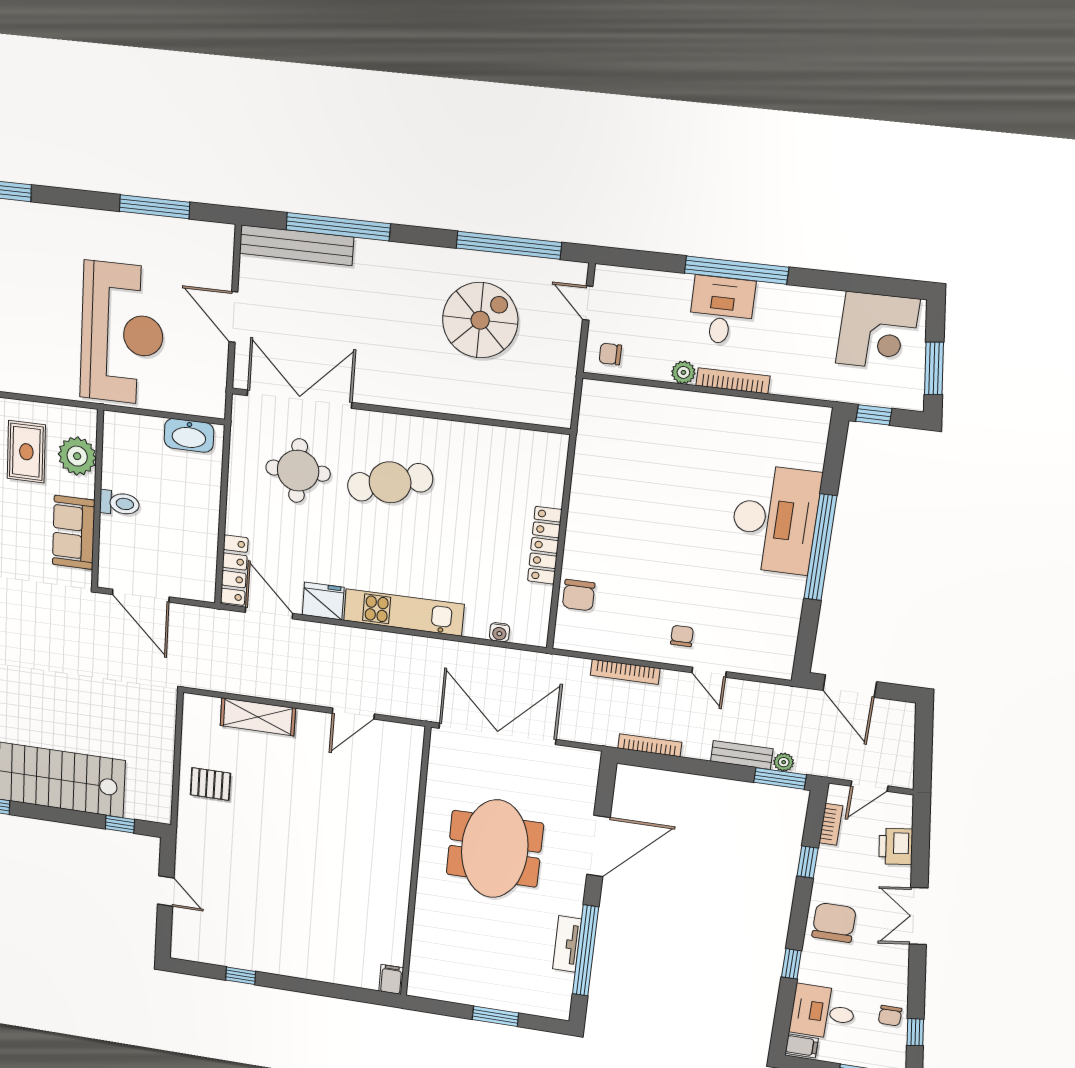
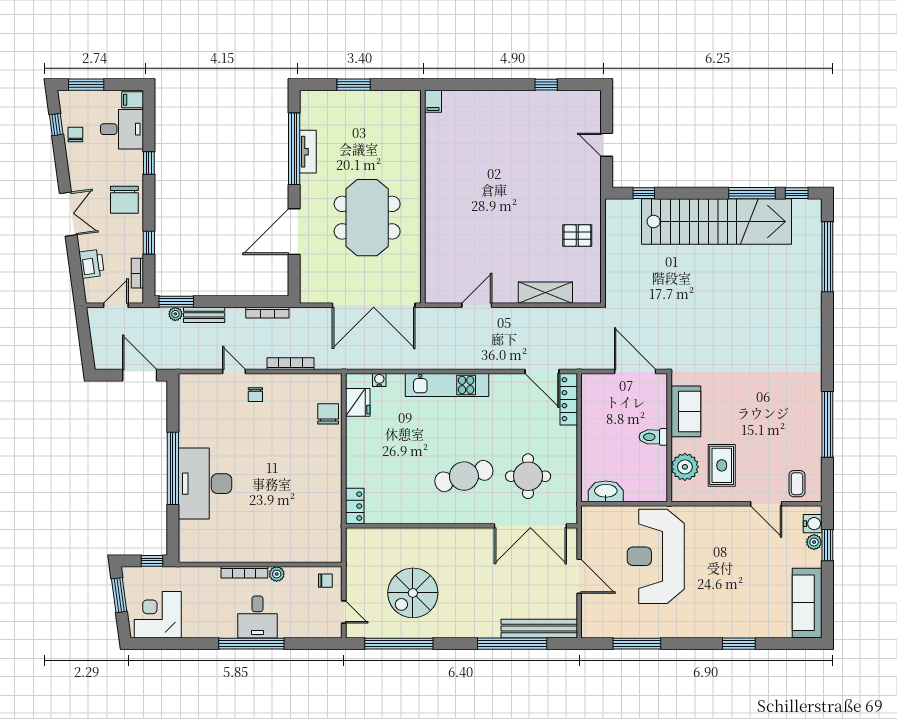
locker: (545, 545) -> (355, 506), moved, width x0.66
fridge: (323, 601) -> (358, 402), moved, turned -90

